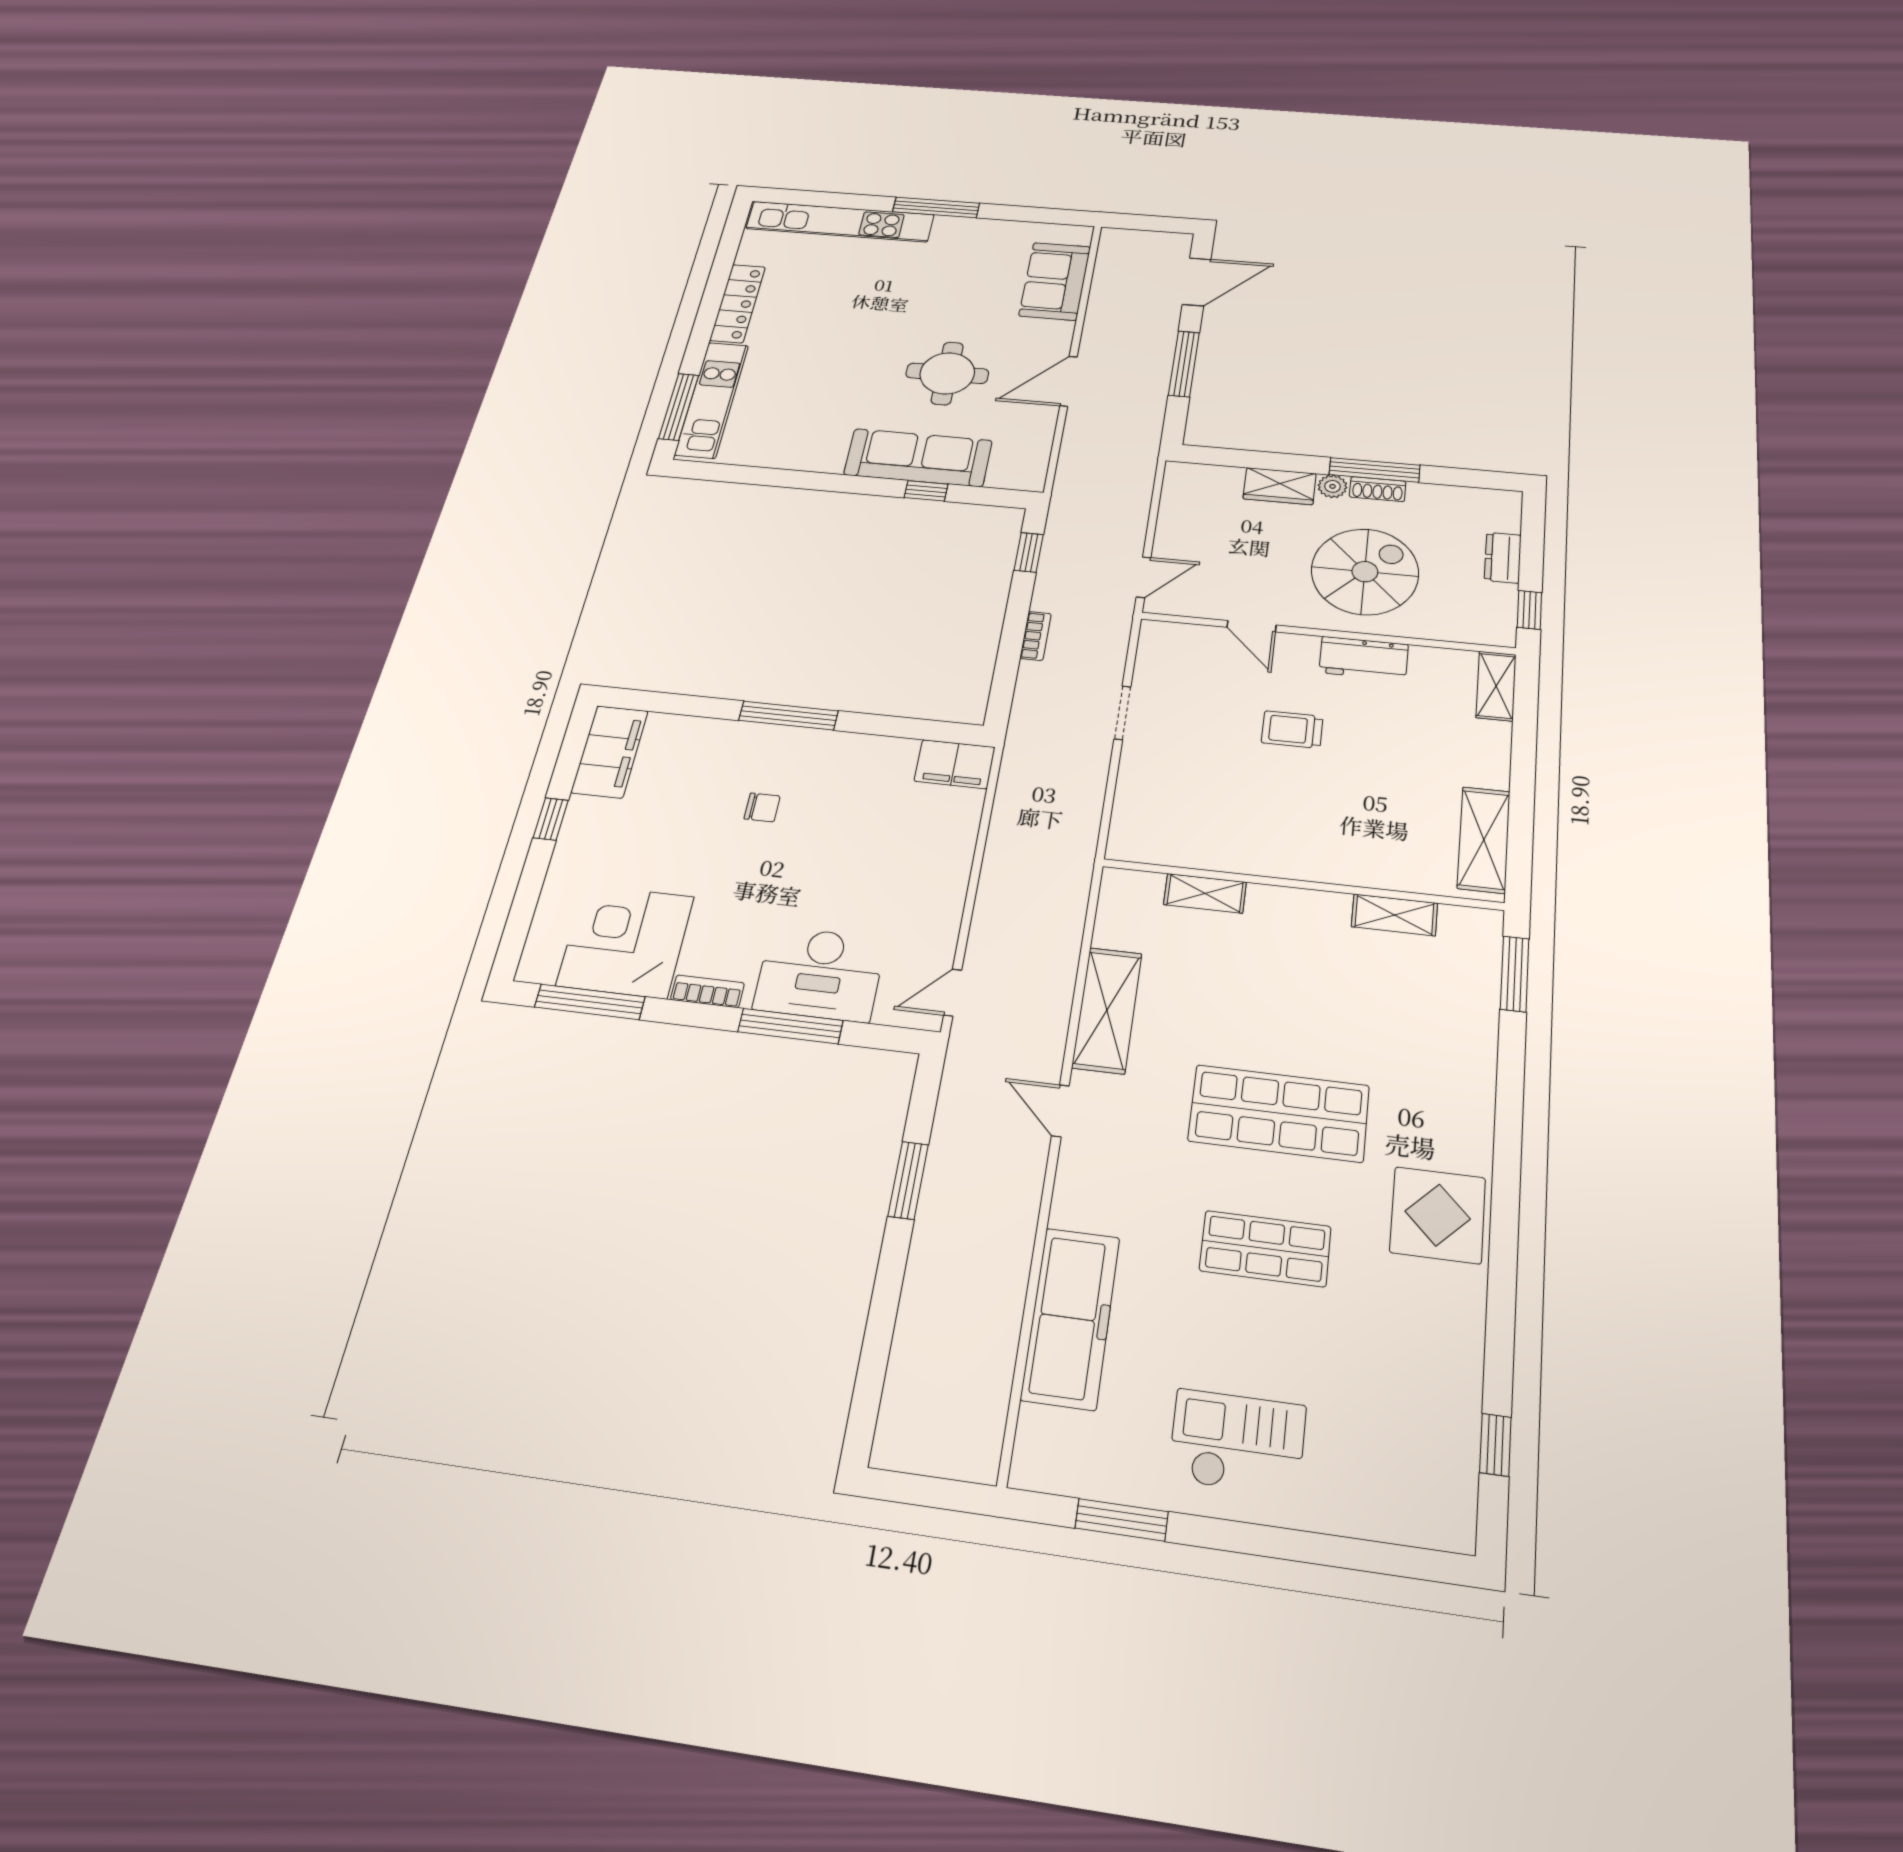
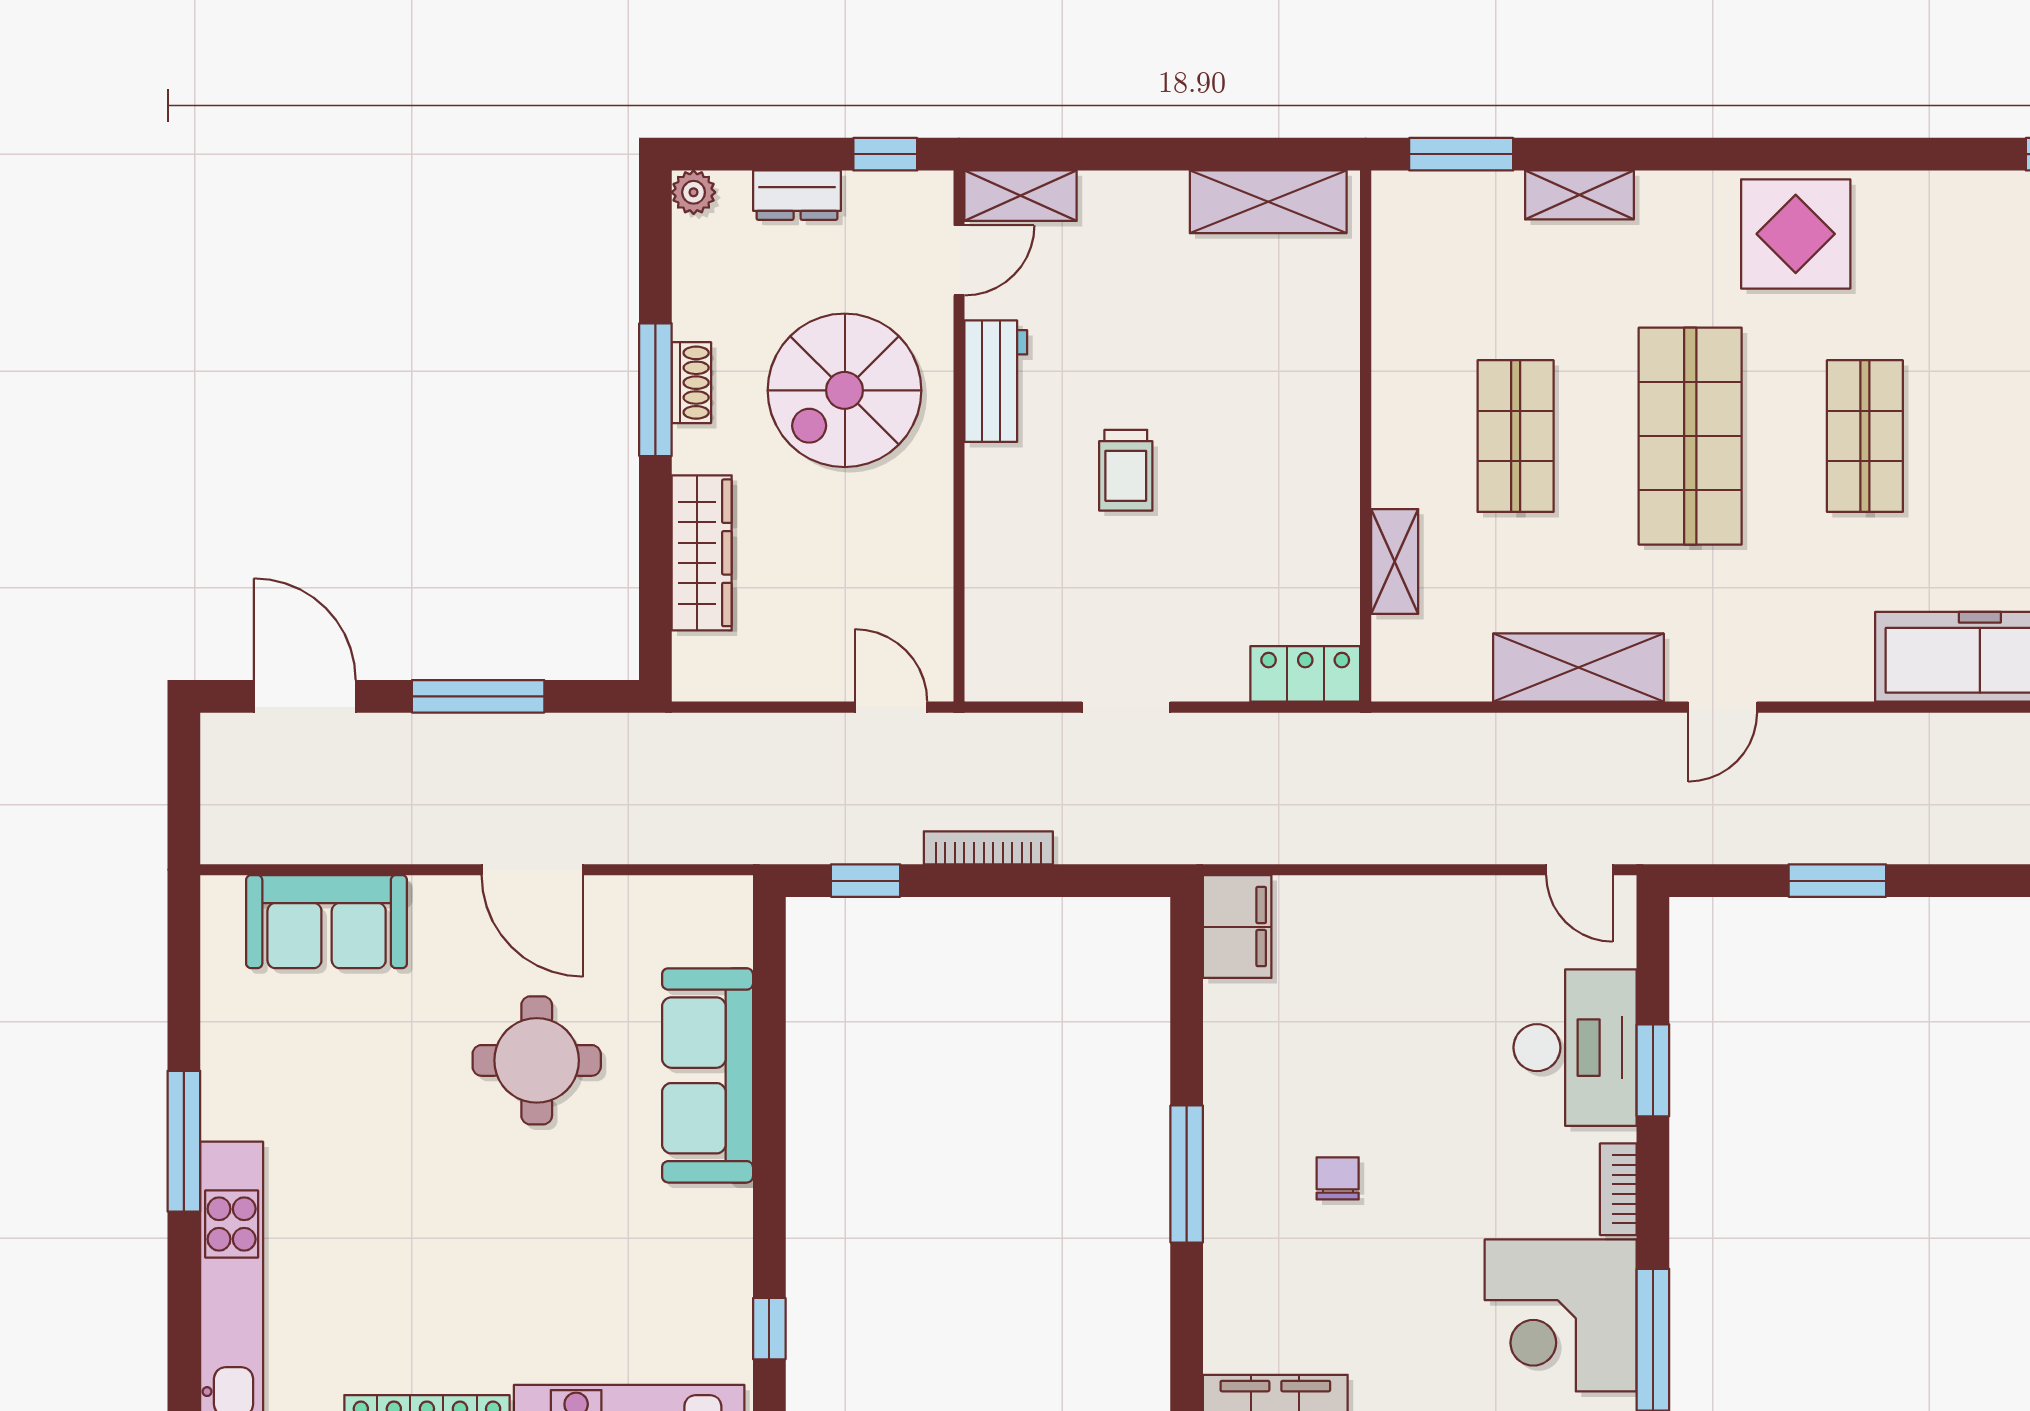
wardrobe: (1280, 486) -> (702, 553), width x1.50
plant: (1333, 486) -> (694, 192), moved
window: (926, 491) -> (769, 1329), moved
spiral stairs: (1365, 572) -> (845, 390), turned -90
door: (1252, 626) -> (959, 260), moved
bookcase: (1036, 636) -> (988, 848), width x1.56
locker: (1129, 826) -> (1305, 674), added
shelving: (1394, 915) -> (1579, 195), moved, turned 90
shop shelf: (1291, 987) -> (1516, 436), added
window: (790, 1026) -> (1653, 1070), width x0.69

